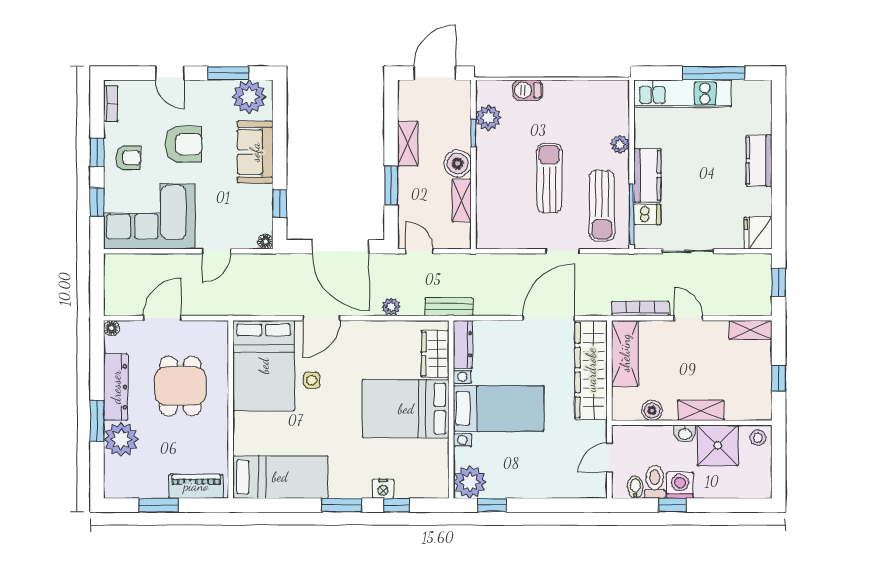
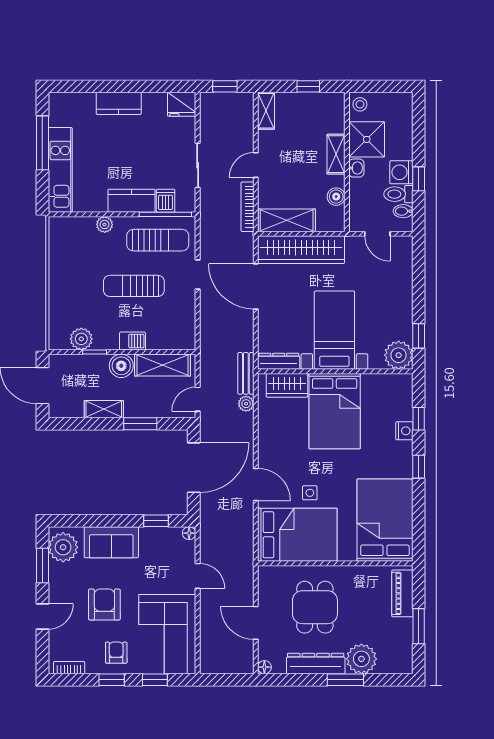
barbecue: (528, 90) -> (133, 341), moved, turned -90
shelving: (462, 200) -> (162, 365), width x1.50, depth x1.33
plant: (391, 307) -> (246, 404), moved
dining table: (180, 386) -> (315, 607), turned 90
bed: (280, 477) -> (385, 520), width x1.50
window: (342, 505) -> (419, 467), width x0.67

